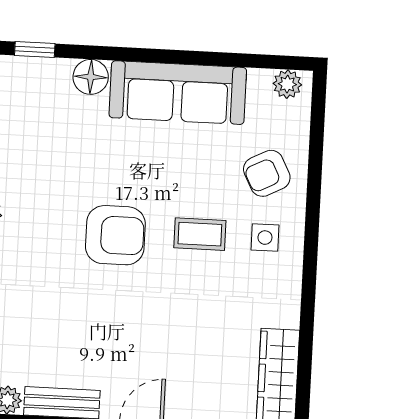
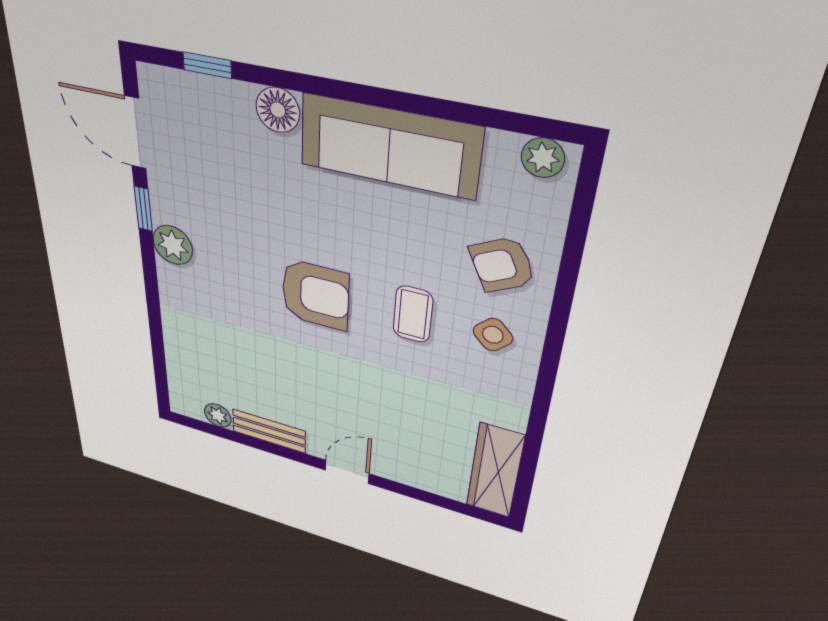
coffee table: (200, 234) -> (413, 314), turned 90
side table: (265, 238) -> (493, 335), turned 45

